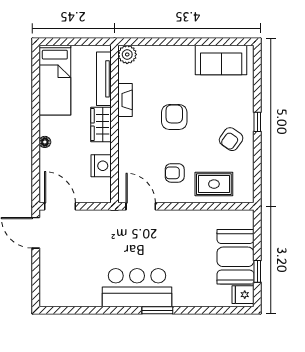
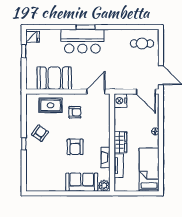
sofa: (221, 60) -> (82, 182), moved
tv unit: (104, 79) -> (119, 166), width x0.71
nightstand: (101, 166) -> (120, 101), moved
door: (141, 206) -> (96, 92), swing flipped
booth: (235, 257) -> (54, 78), moved, turned 90
cafe table: (66, 284) -> (142, 43), added
bar counter: (137, 288) -> (82, 41), moved

